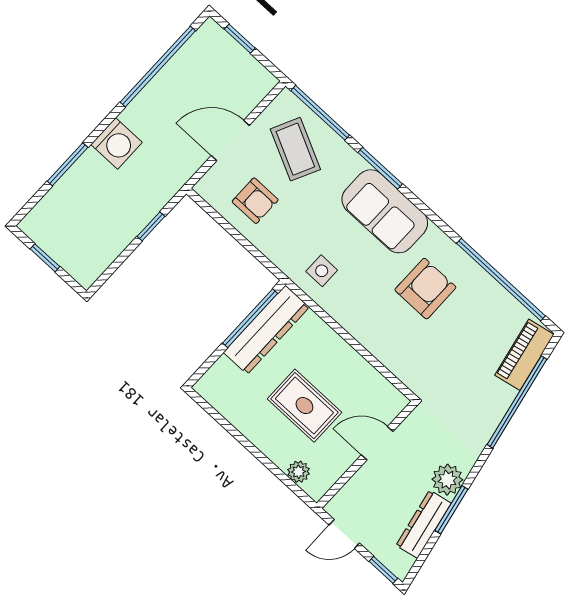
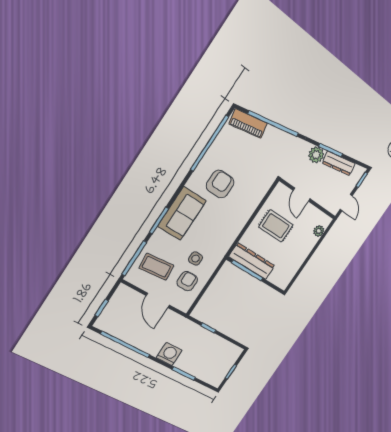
coffee table: (295, 149) -> (156, 267), turned 59
side table: (322, 271) -> (196, 259), moved
armchair: (425, 289) -> (220, 184), turned 90
rug: (304, 406) -> (276, 226), moved, turned 90

